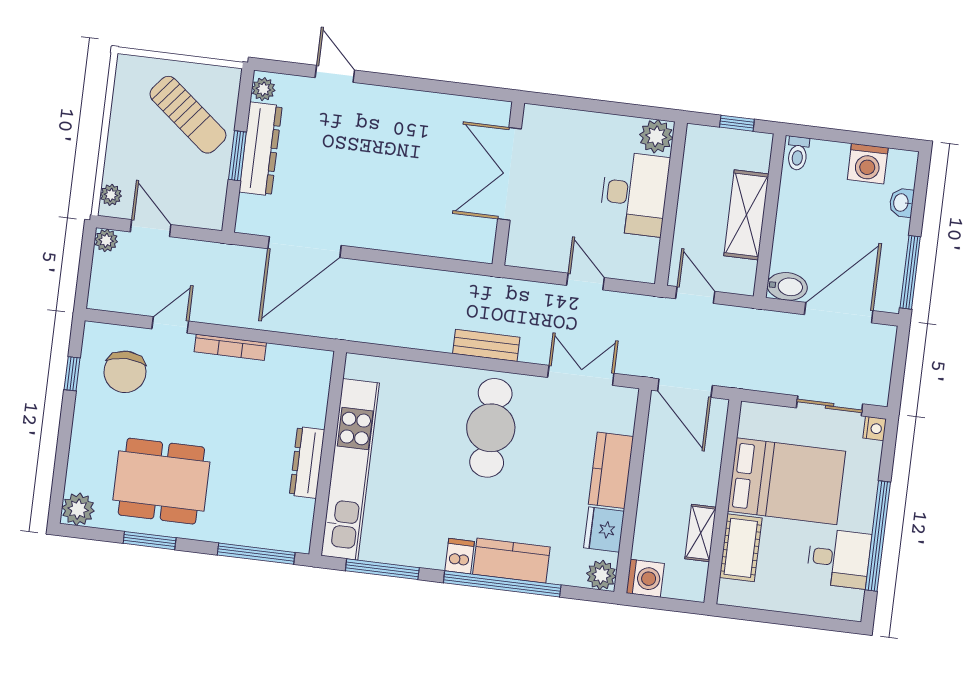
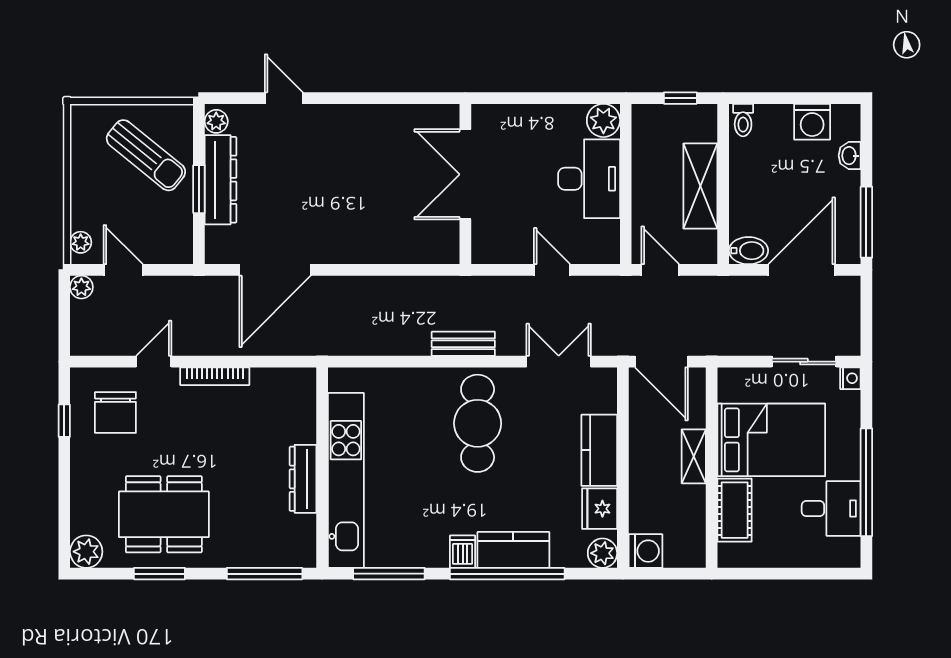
shelving: (701, 533) -> (694, 456), moved

